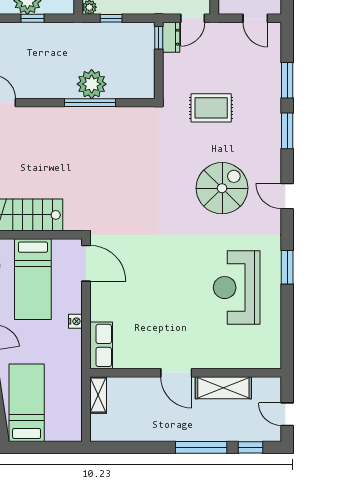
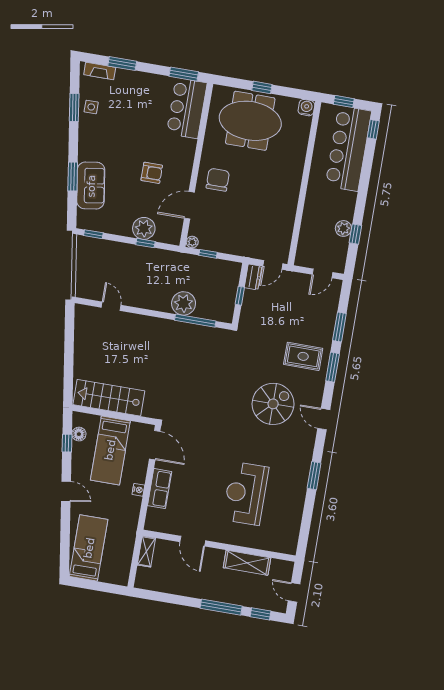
door: (255, 18) -> (323, 273), hinge flipped
window: (159, 38) -> (240, 296), moved
window: (90, 103) -> (195, 321), moved
rug: (211, 108) -> (303, 356), moved
reception desk: (237, 288) -> (246, 493), moved
row of seats: (101, 345) -> (160, 489), moved
door: (176, 373) -> (193, 541), moved

